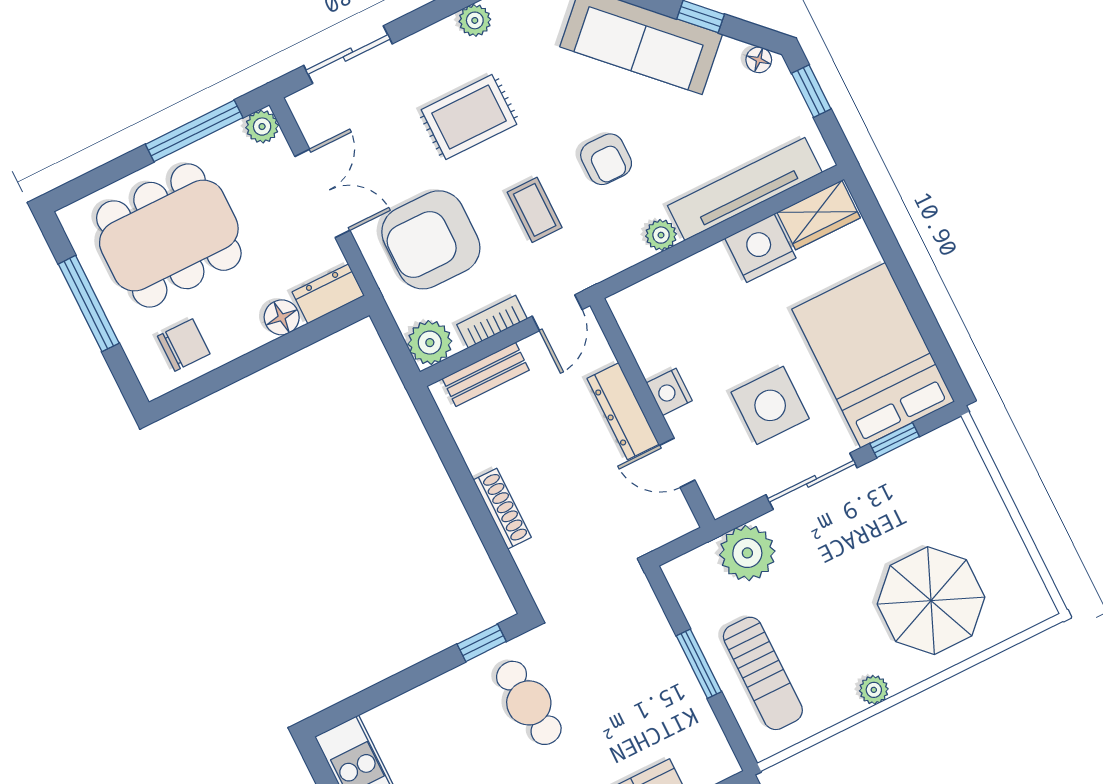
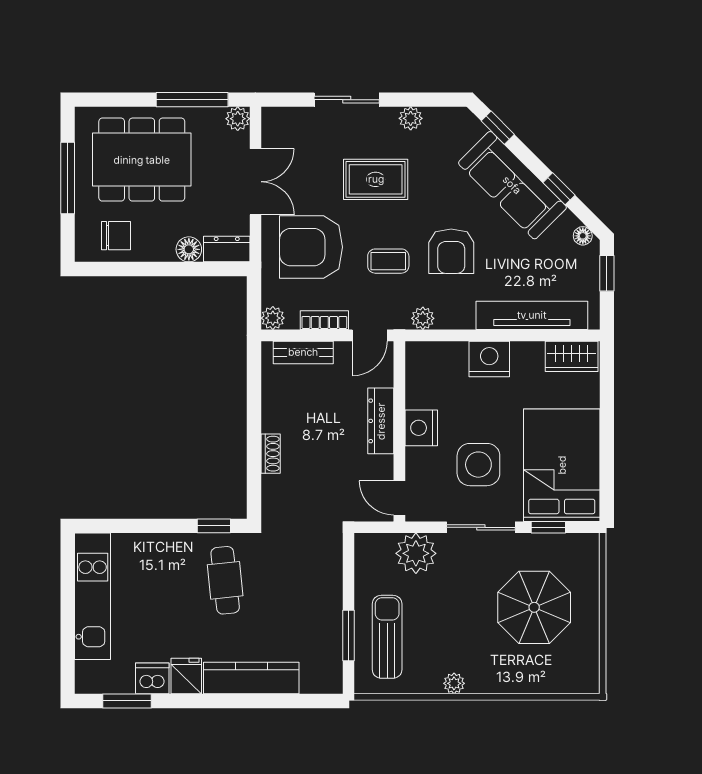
sliding door: (348, 55) -> (347, 100), moved
armchair: (606, 159) -> (451, 251), width x1.38, depth x1.38
coffee table: (535, 210) -> (388, 261), turned 90
plant: (661, 235) -> (423, 318), moved
nightstand: (760, 248) -> (489, 359), moved
plant: (430, 343) -> (273, 318), width x0.73, depth x0.73
nightstand: (669, 392) -> (421, 428), width x1.36, depth x1.33
door: (677, 463) -> (399, 498), moved
shoe rack: (502, 509) -> (271, 454), width x0.70
parasol: (931, 601) -> (534, 607), moved
window: (699, 664) -> (349, 635), moved
sun lounger: (763, 673) -> (387, 637), turned 180

